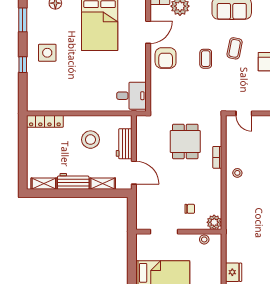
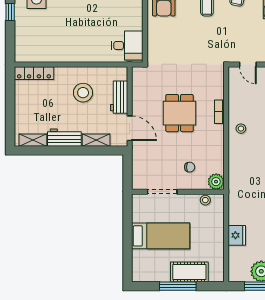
dining table: (185, 142) -> (179, 113), moved

